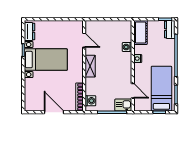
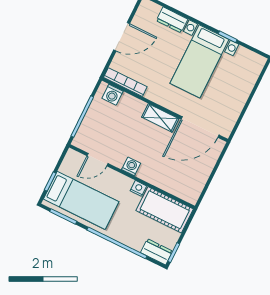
dresser: (29, 31) -> (172, 20), moved
cot: (141, 32) -> (165, 210), width x1.37, depth x1.34
door: (84, 40) -> (200, 127), width x1.88
washing machine: (127, 47) -> (131, 166), moved
kitchen sink: (123, 105) -> (84, 137), removed

